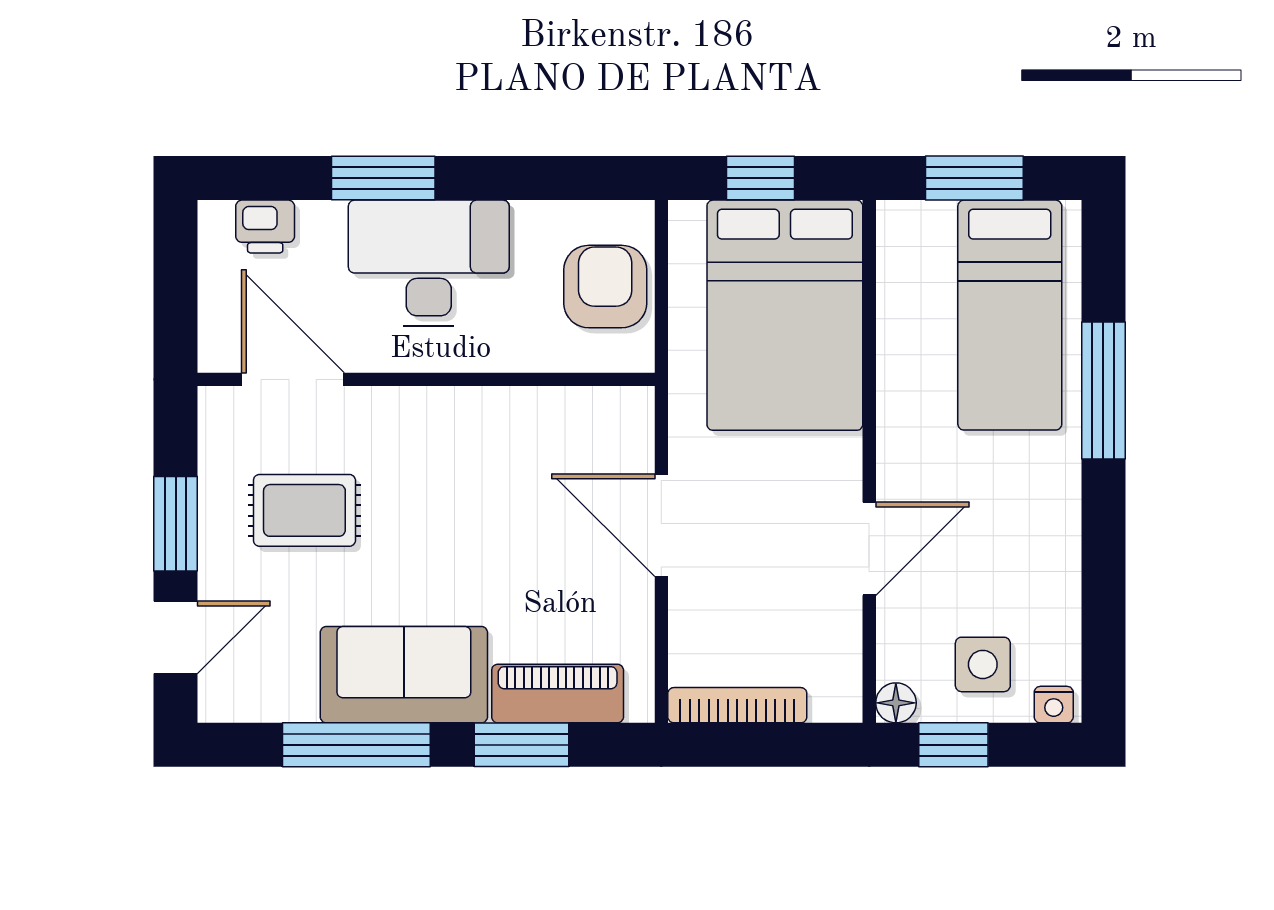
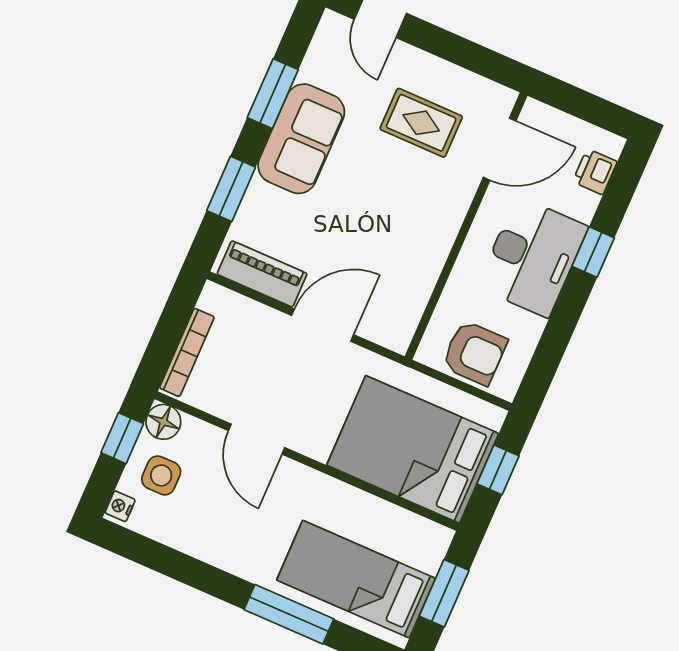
window: (383, 178) -> (593, 252), width x0.67
rug: (304, 510) -> (421, 123), turned 90
window: (176, 524) -> (446, 45), removed
piano: (558, 694) -> (262, 274), moved, turned -90
floor lamp: (896, 703) -> (163, 422), width x1.37, depth x1.37
bookcase: (737, 705) -> (187, 352), moved
window: (356, 745) -> (273, 94), width x0.69

